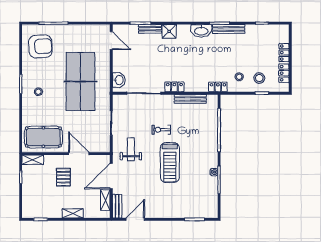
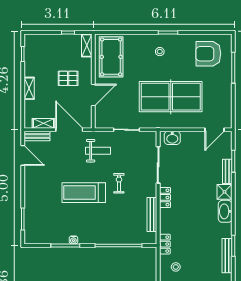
washbasin: (201, 31) -> (225, 211), moved
armchair: (40, 46) -> (208, 54), turned 94

